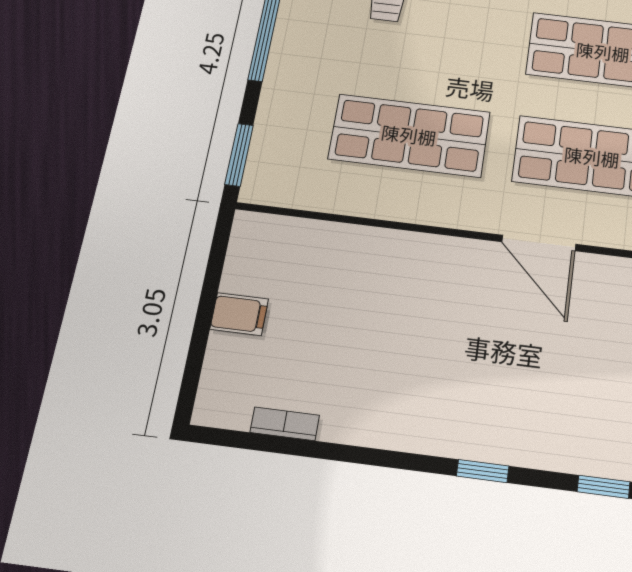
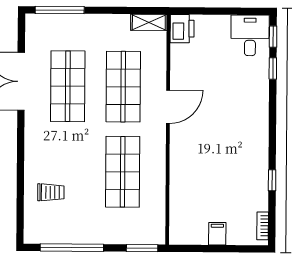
bookcase: (285, 424) -> (263, 226), moved
window: (483, 471) -> (272, 180), moved

